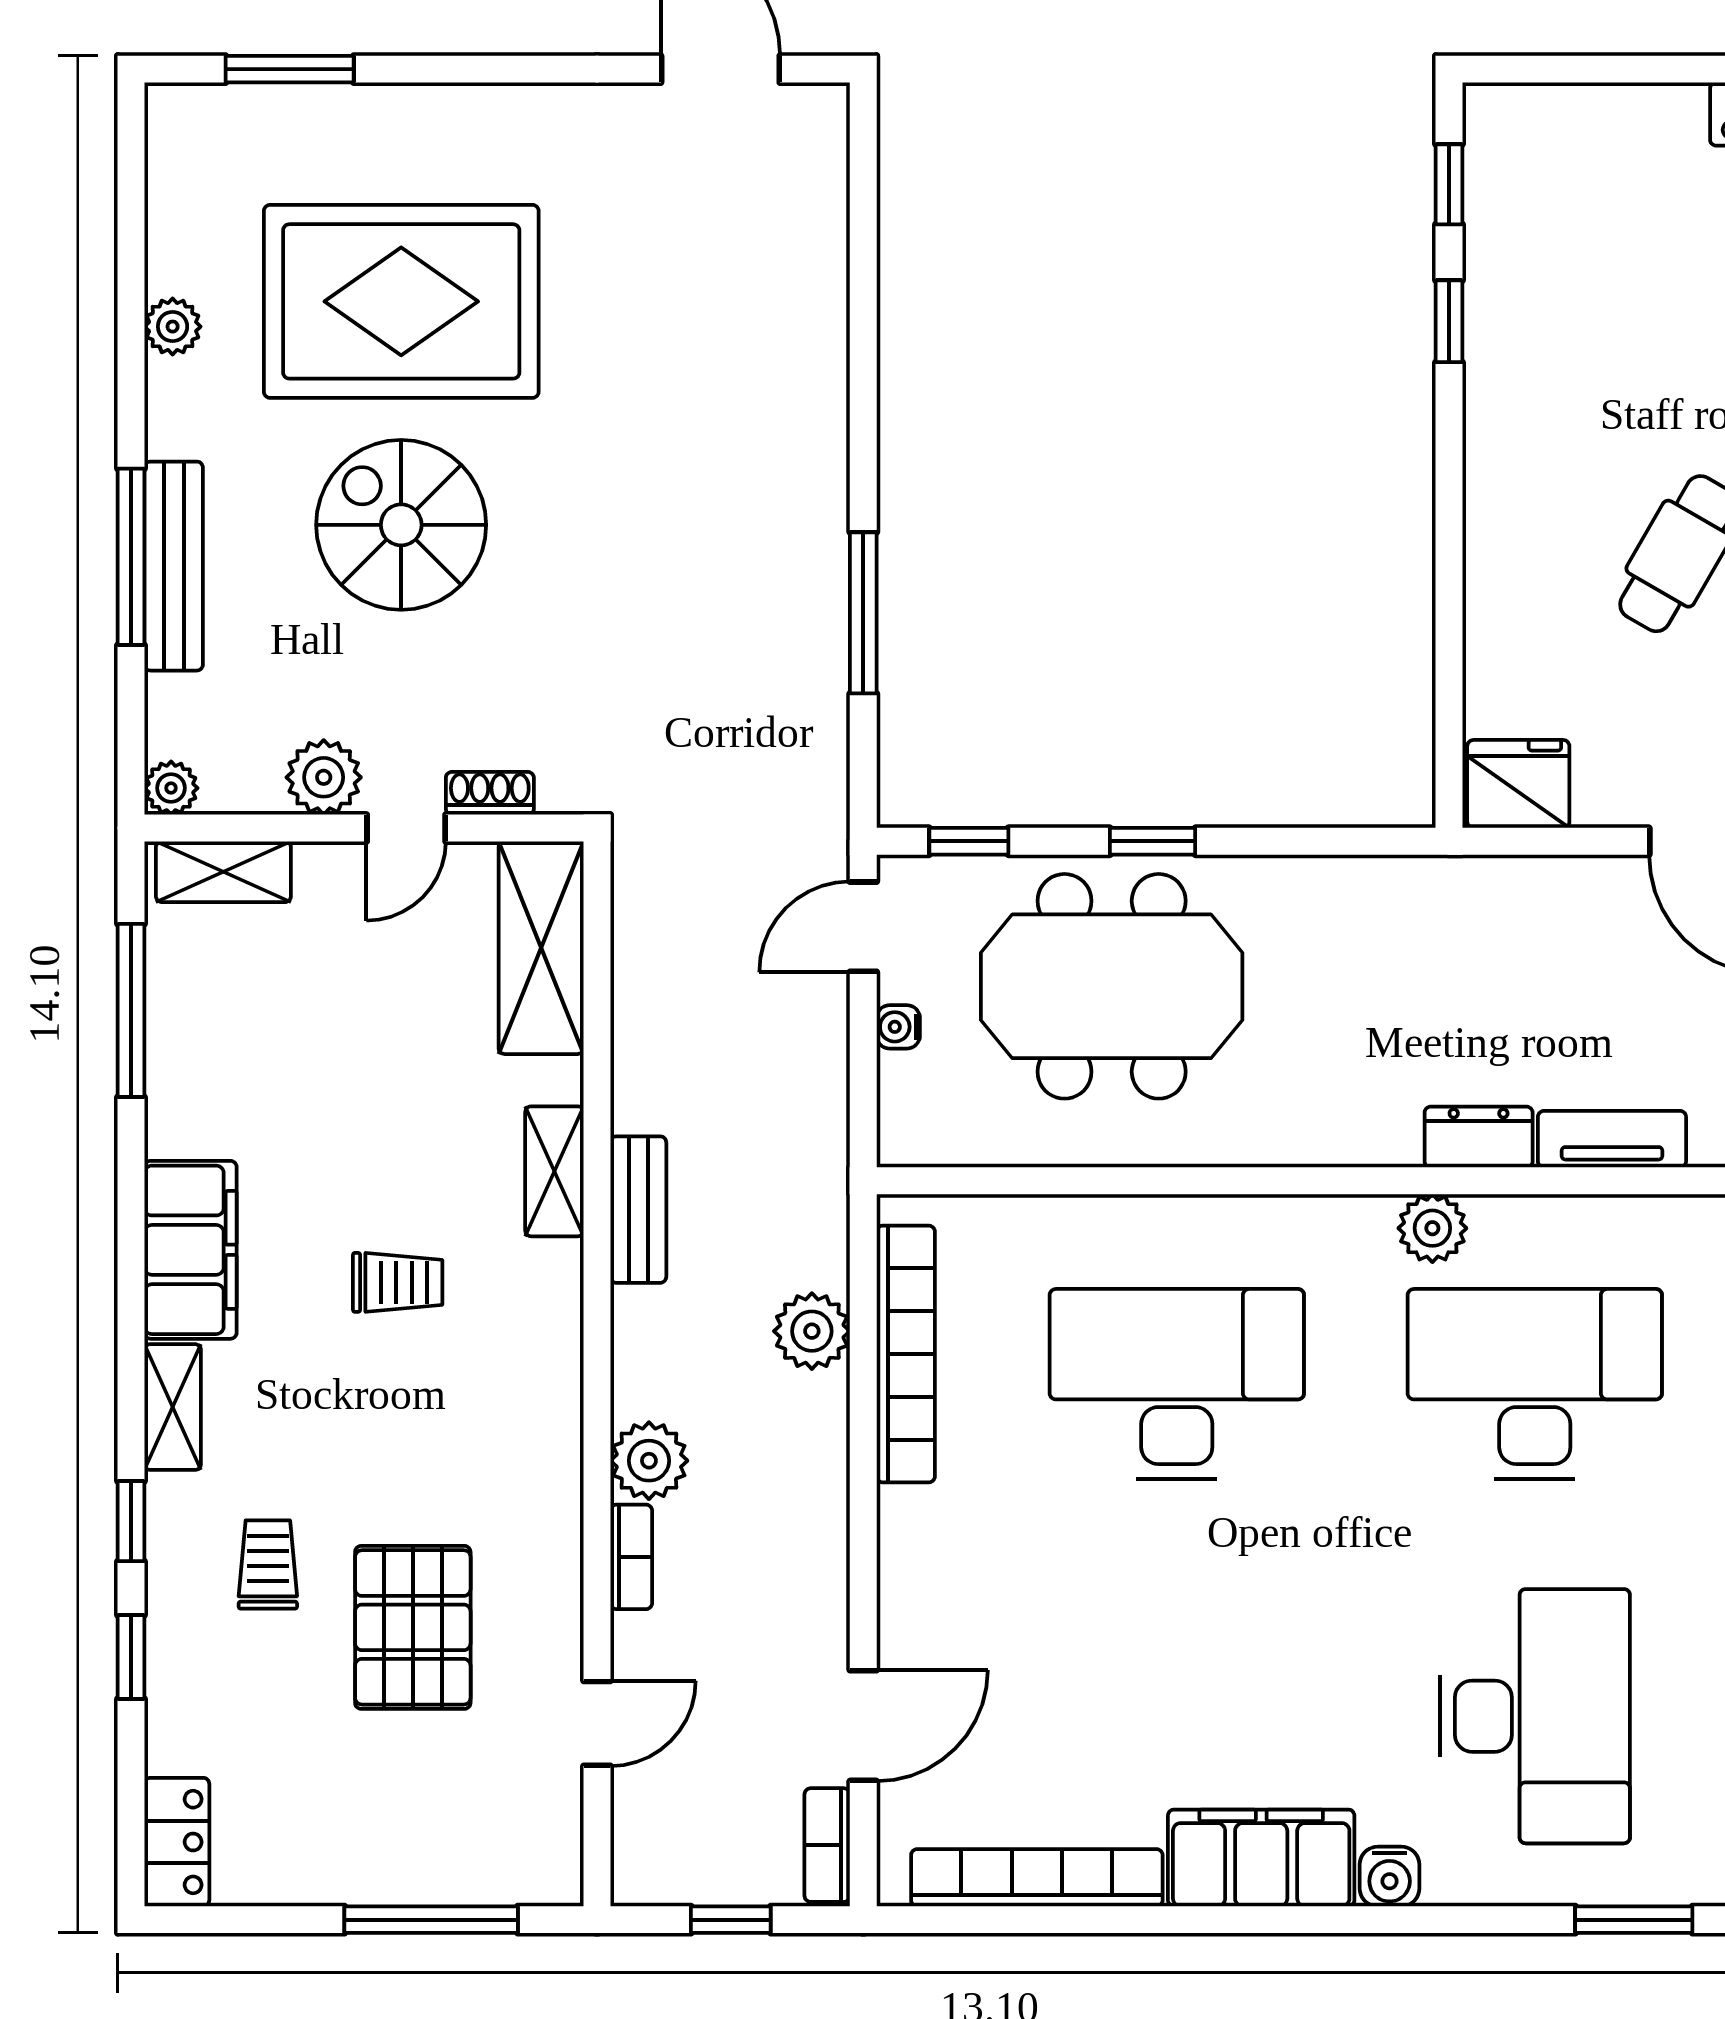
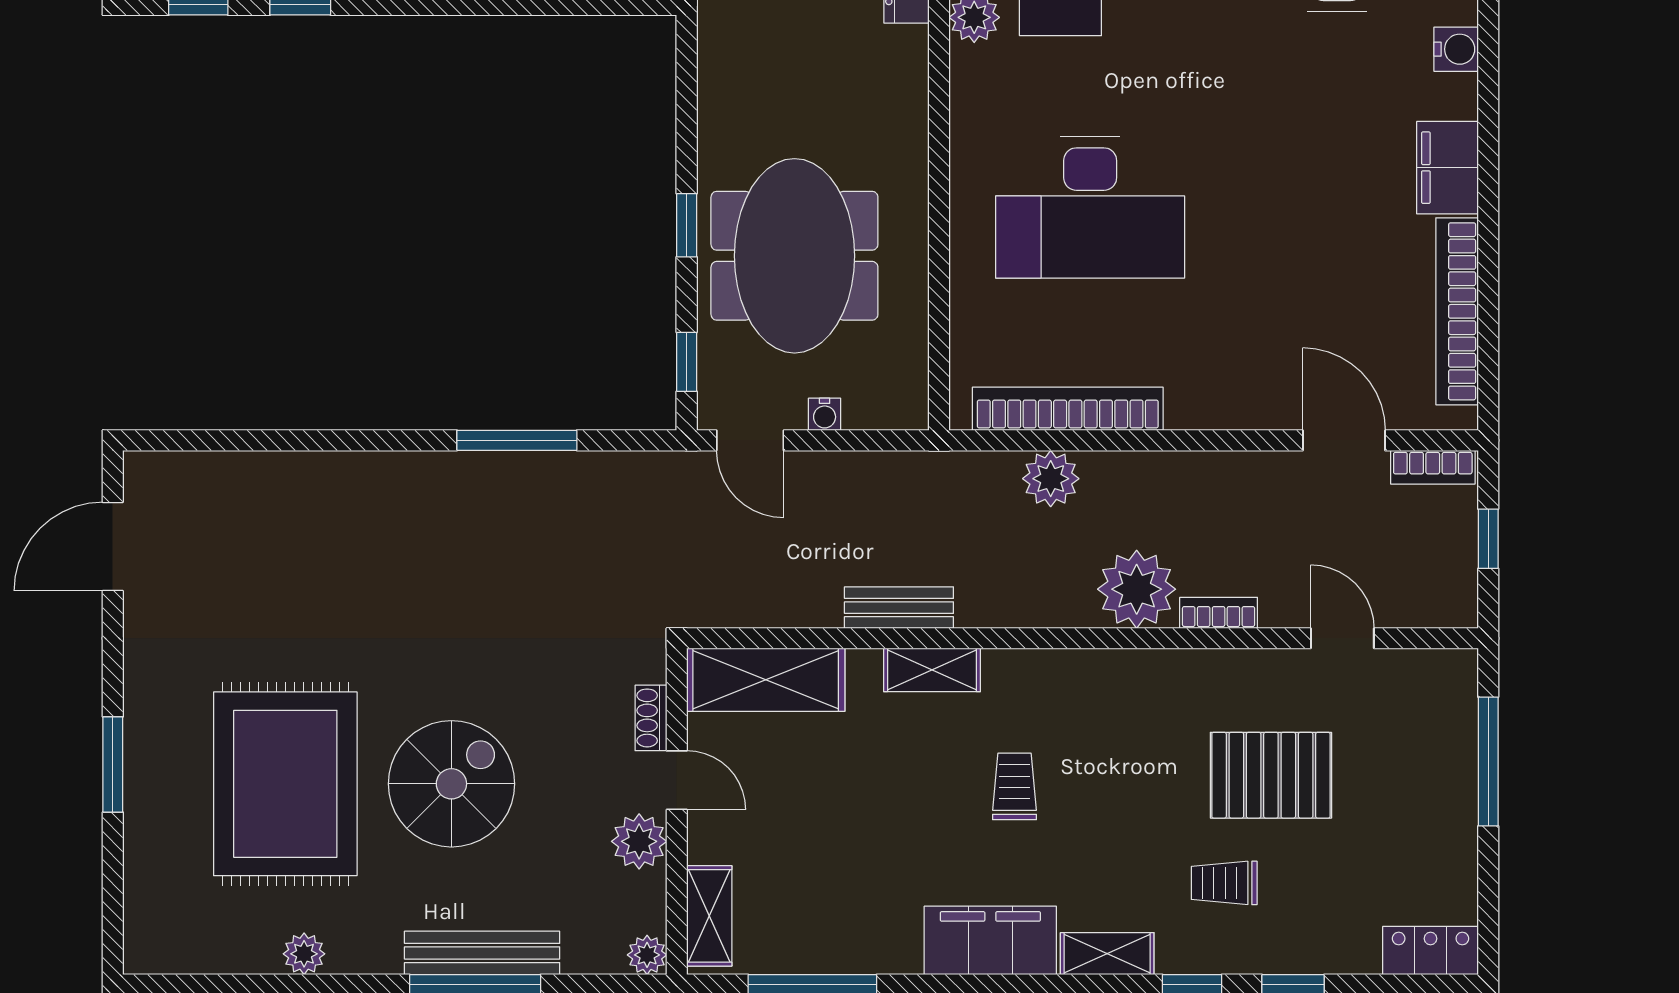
window: (290, 69) -> (113, 764), moved
spiral stairs: (401, 525) -> (451, 784), turned 180
bench: (638, 1210) -> (899, 608), moved
desk: (1177, 1384) -> (1090, 207), turned -90
plant: (649, 1461) -> (1137, 589), width x1.36, depth x1.36
filing cabinet: (1261, 1858) -> (1447, 168), width x0.67, depth x0.86

